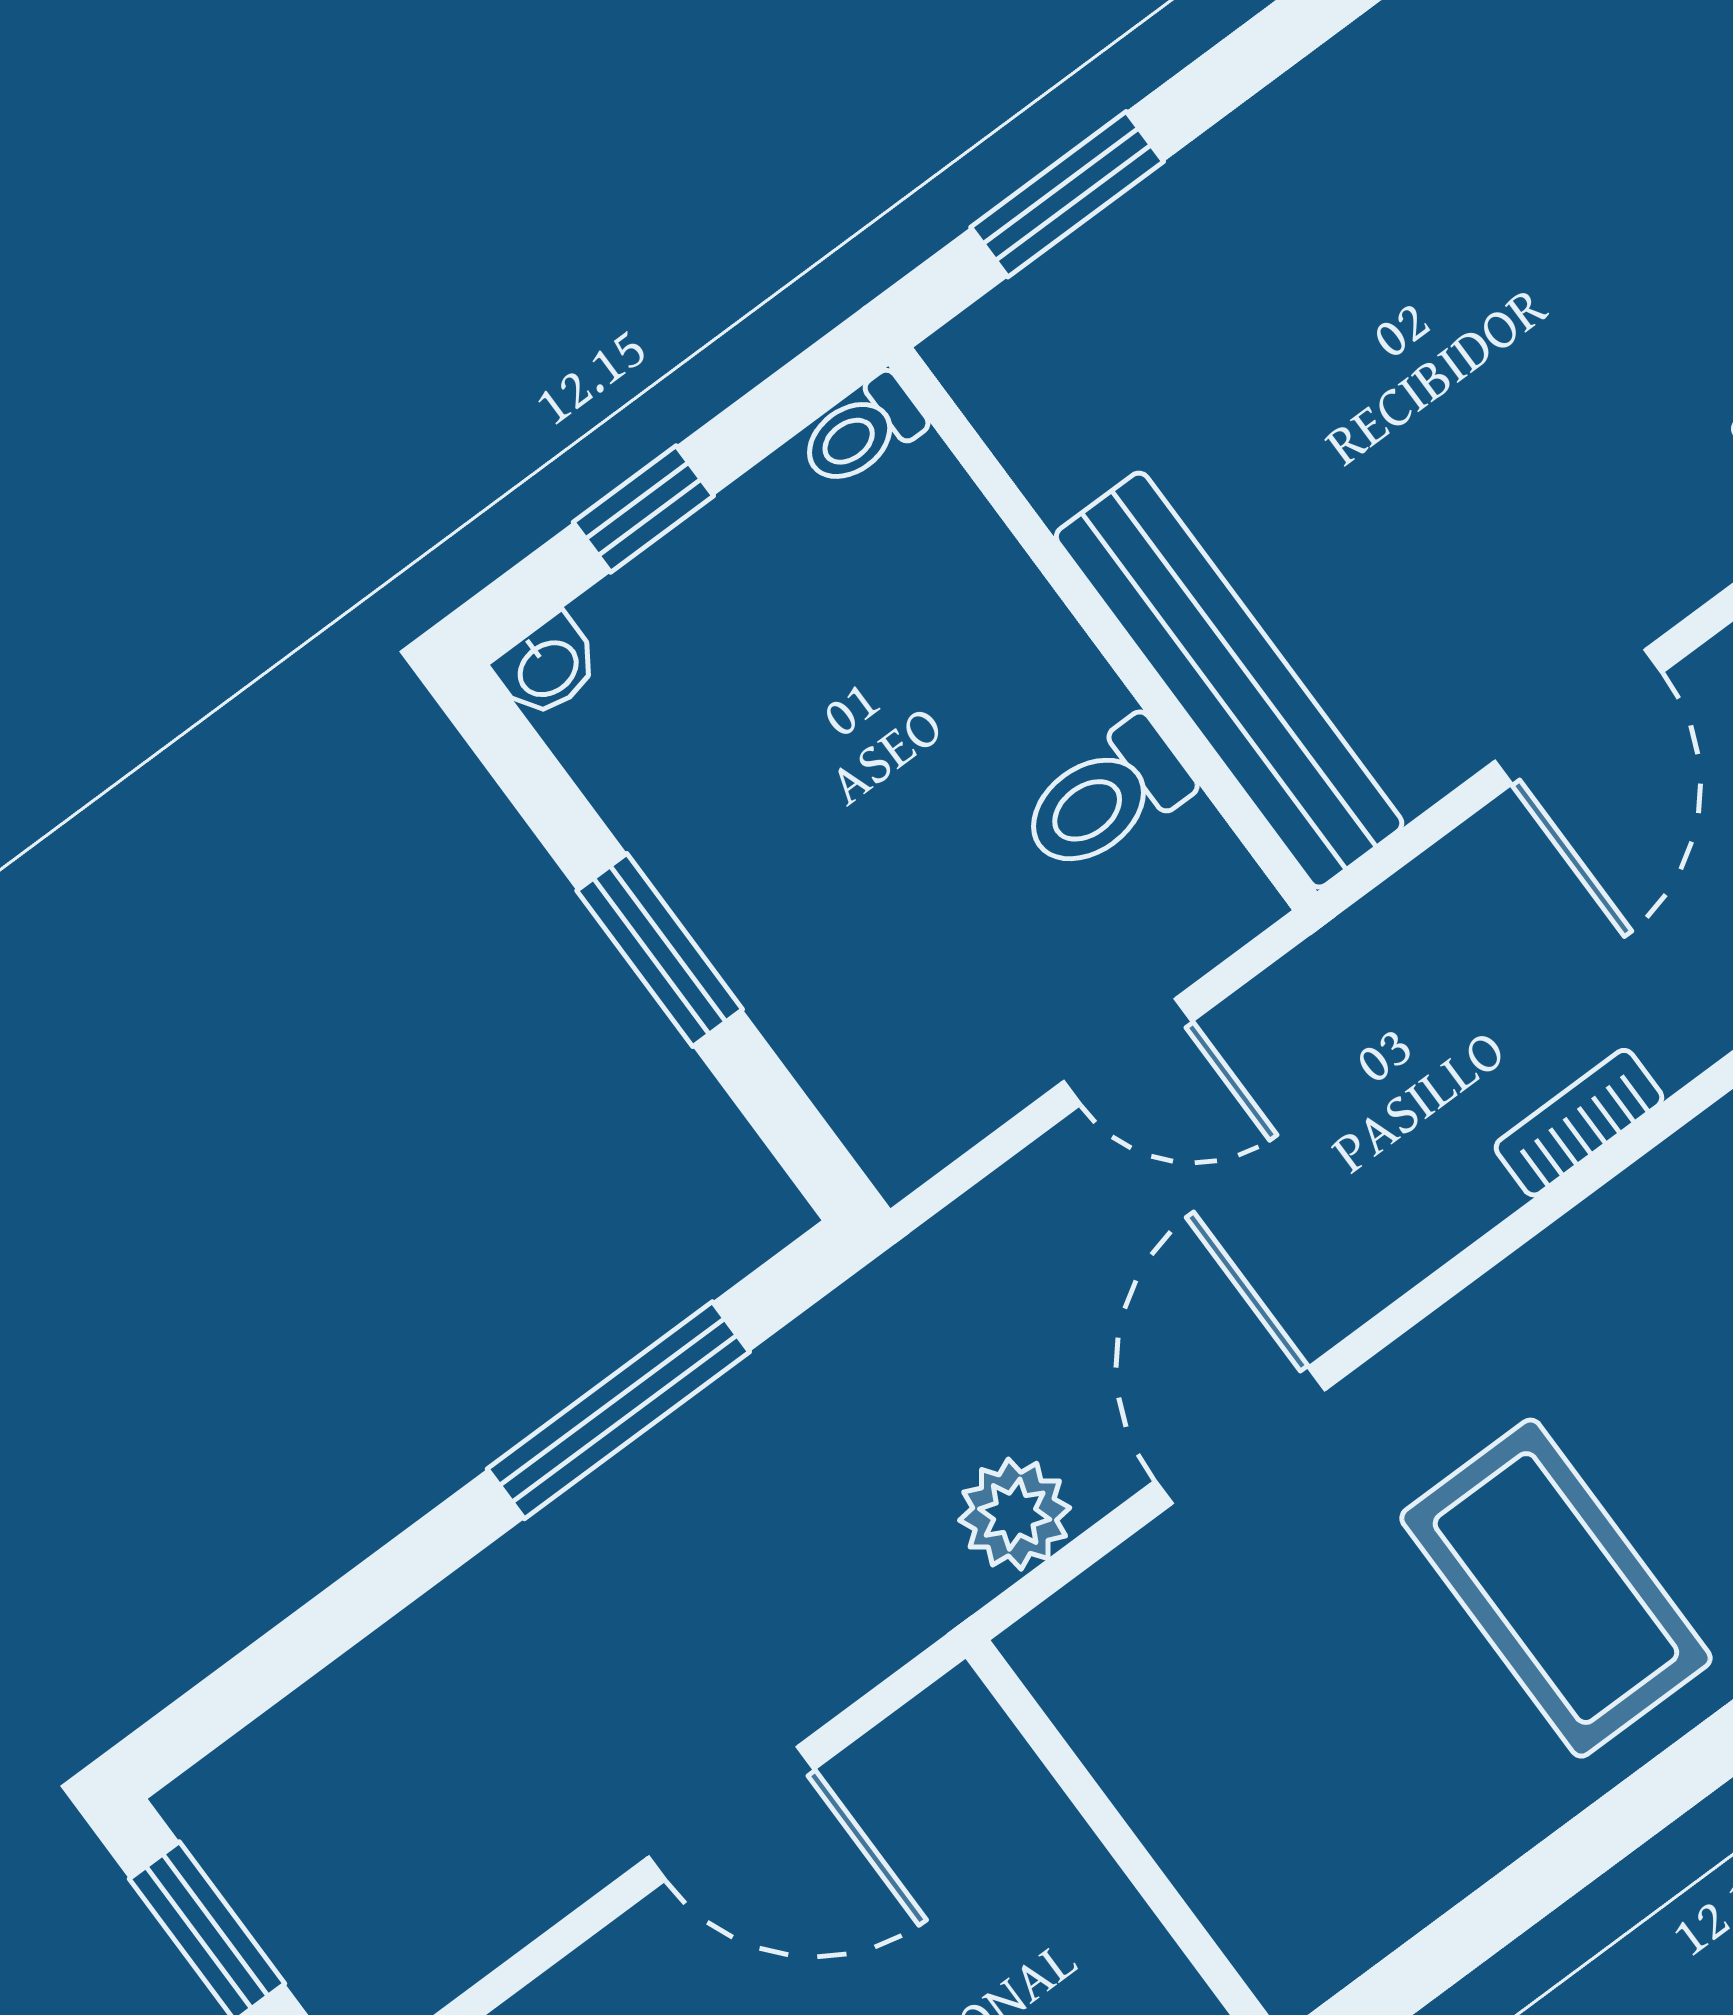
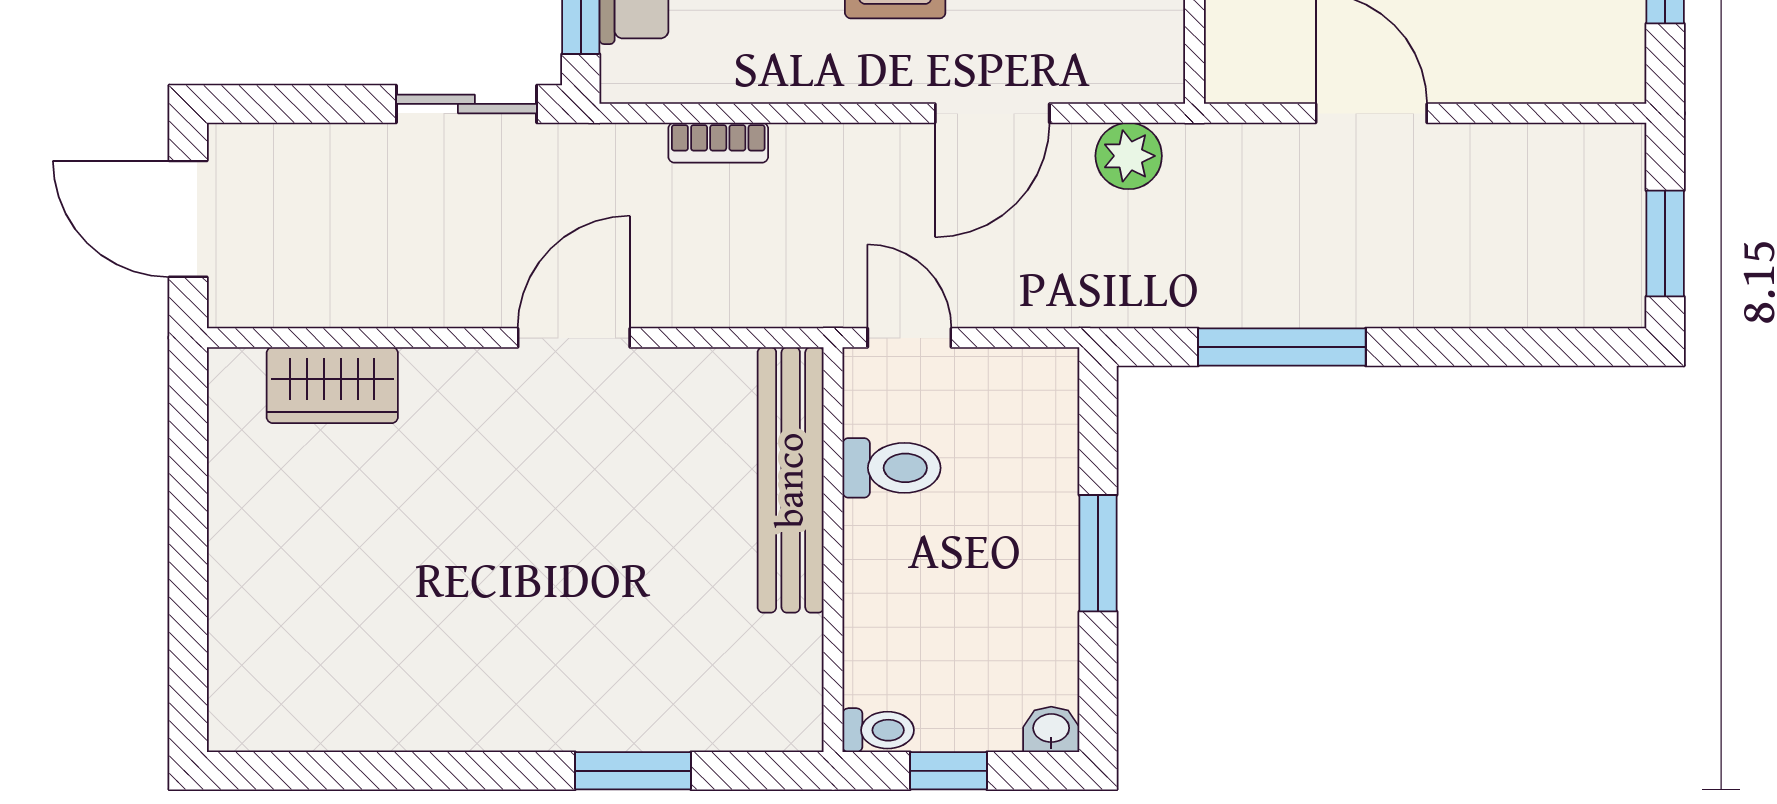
toilet: (862, 431) -> (878, 730), moved
wall: (1103, 629) -> (833, 550), moved
bench: (1229, 680) -> (791, 480), moved
toilet: (1106, 797) -> (892, 468), moved

